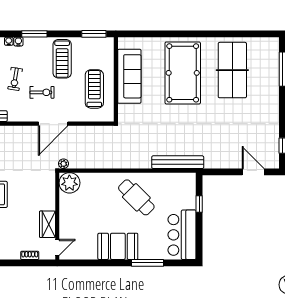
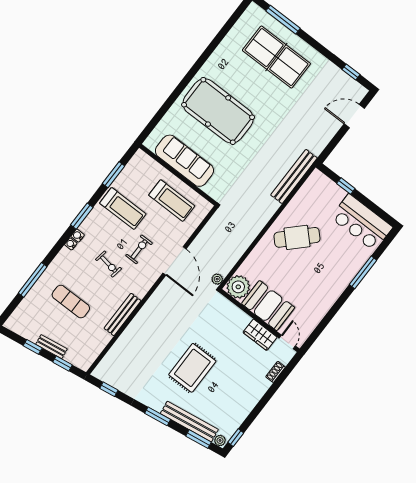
window: (94, 34) -> (113, 175), moved
table tennis table: (232, 70) -> (276, 57), moved
treadmill: (94, 89) -> (172, 201), turned 180
booth: (118, 246) -> (268, 306), moved, turned 90

